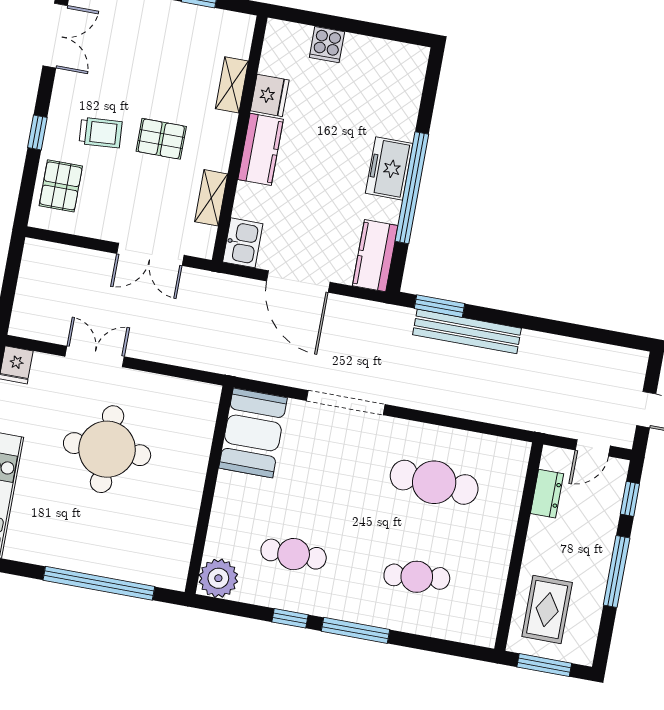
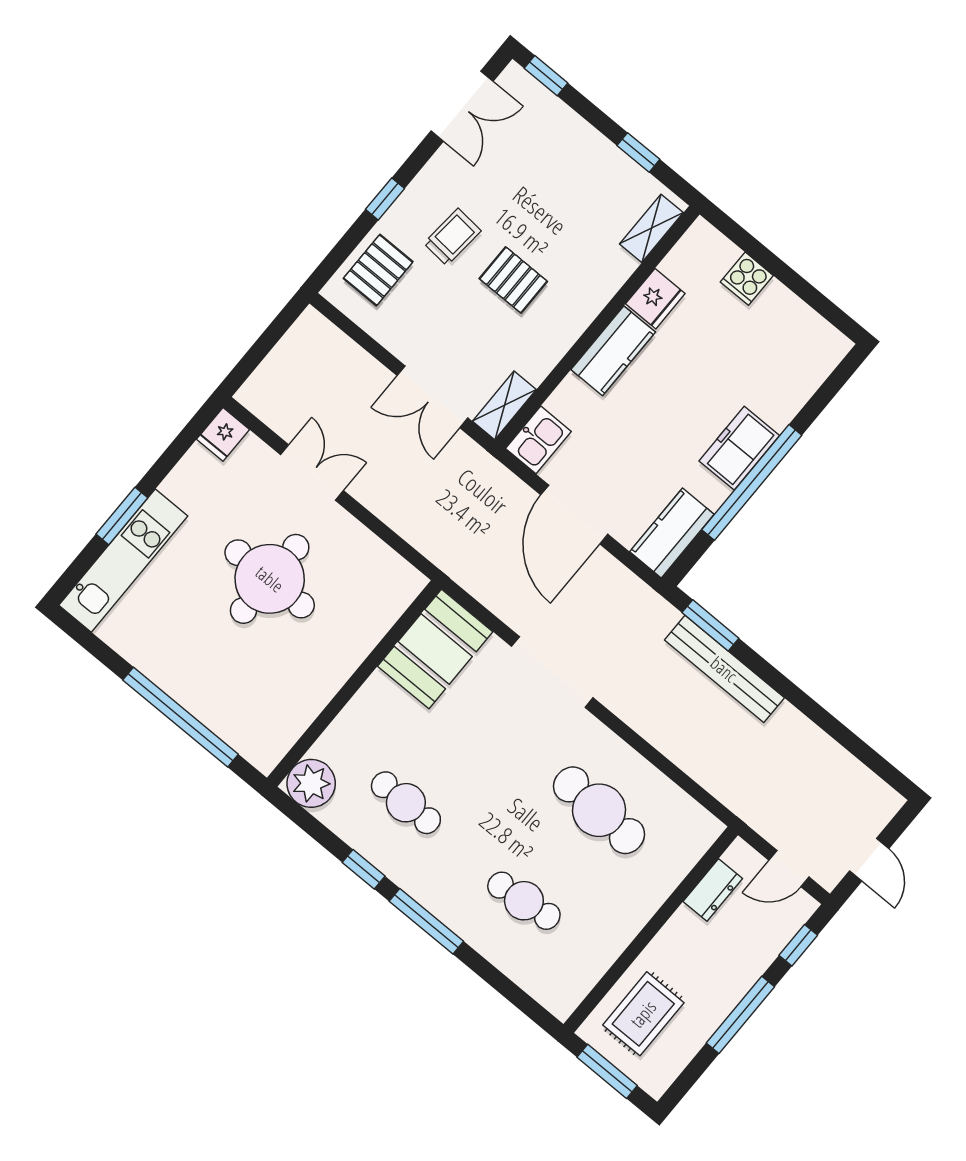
shelving: (232, 85) -> (651, 228), moved
trolley: (101, 133) -> (452, 237), turned -81
shelving: (211, 198) -> (504, 405), moved

